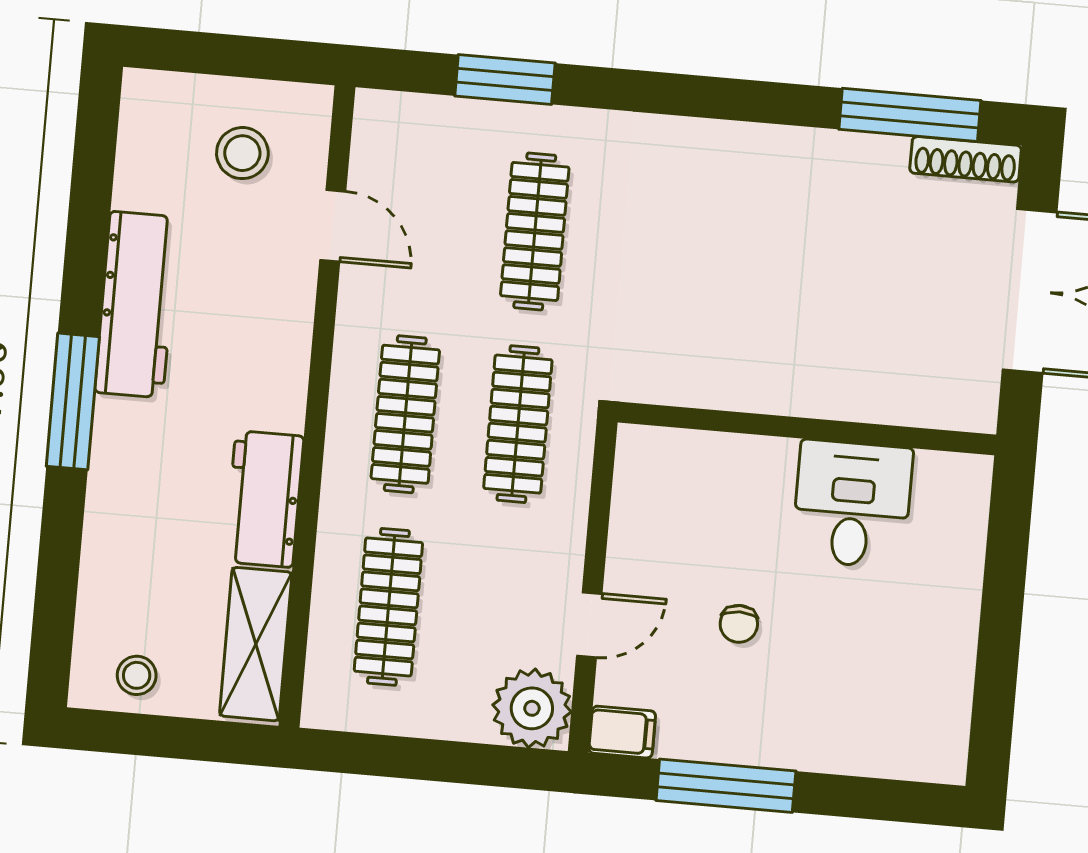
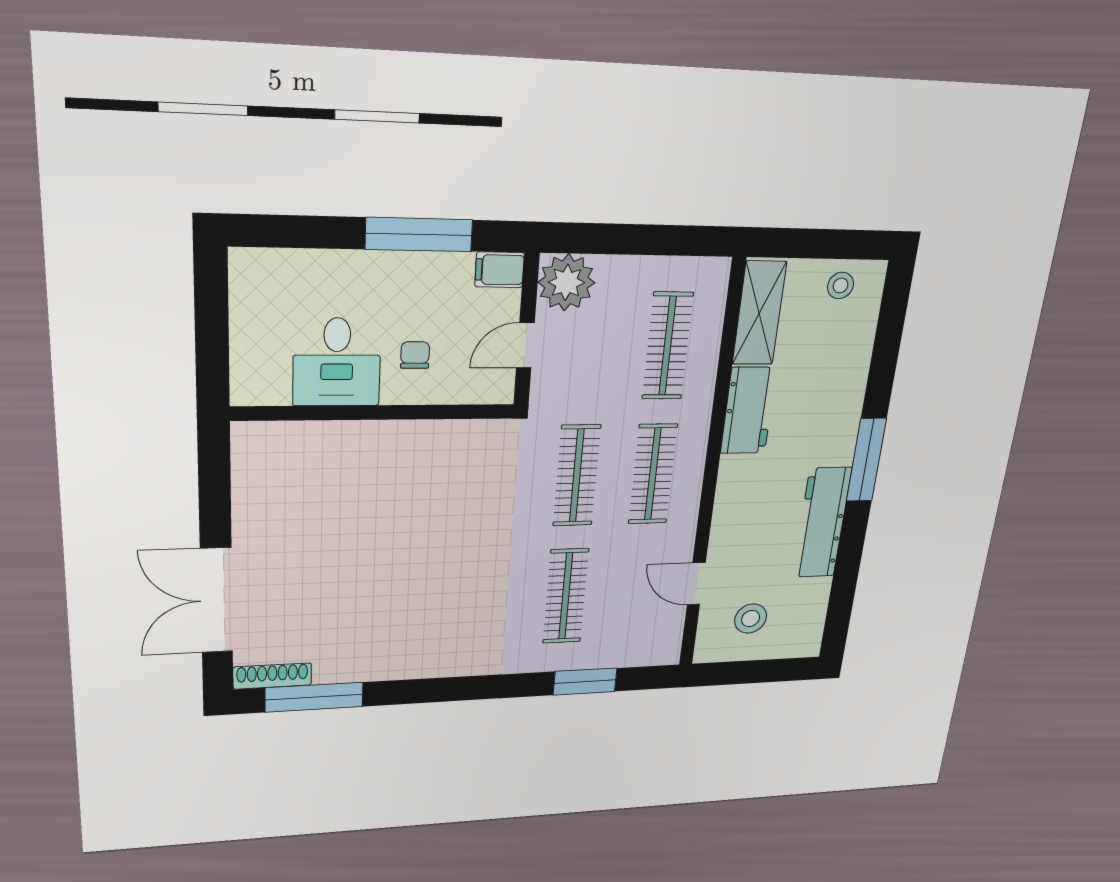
wall: (807, 429) -> (375, 413), moved
desk: (852, 504) -> (337, 362), moved

